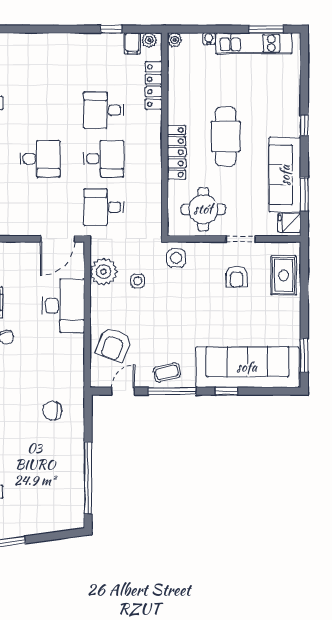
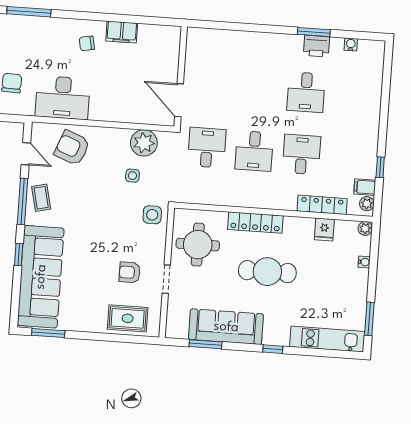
kitchen unit: (254, 43) -> (327, 339), moved, turned 90
desk: (40, 159) -> (306, 92), moved
fridge: (289, 223) -> (324, 229), moved, turned 180
desk: (63, 306) -> (63, 98), moved

